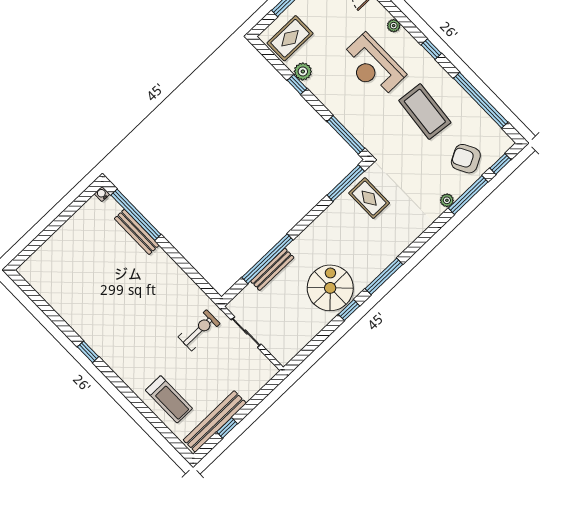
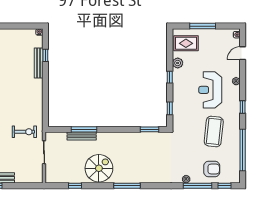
window: (297, 84) -> (170, 77), moved
window: (346, 135) -> (170, 108), width x0.46
armchair: (466, 159) -> (212, 169), turned 118
window: (346, 183) -> (149, 129), width x0.69
rug: (369, 198) -> (153, 146), removed
window: (136, 215) -> (45, 55), width x0.32
window: (267, 259) -> (84, 129), width x0.68
window: (349, 310) -> (75, 186), moved

